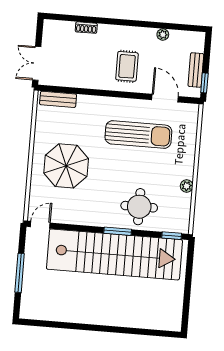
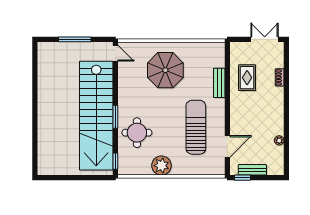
double door: (37, 63) -> (265, 39), moved
rug: (127, 66) -> (247, 78), moved, turned 90
bench: (58, 99) -> (219, 83), moved
sun lounger: (138, 135) -> (196, 127), turned 180
plant: (187, 186) -> (161, 166), width x1.88, depth x1.88

